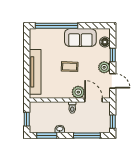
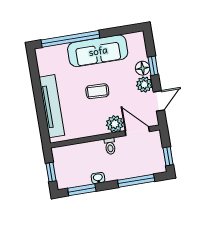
sofa: (80, 38) -> (98, 51), width x1.36
floor lamp: (105, 42) -> (143, 68), moved
door: (113, 81) -> (159, 101), hinge flipped

